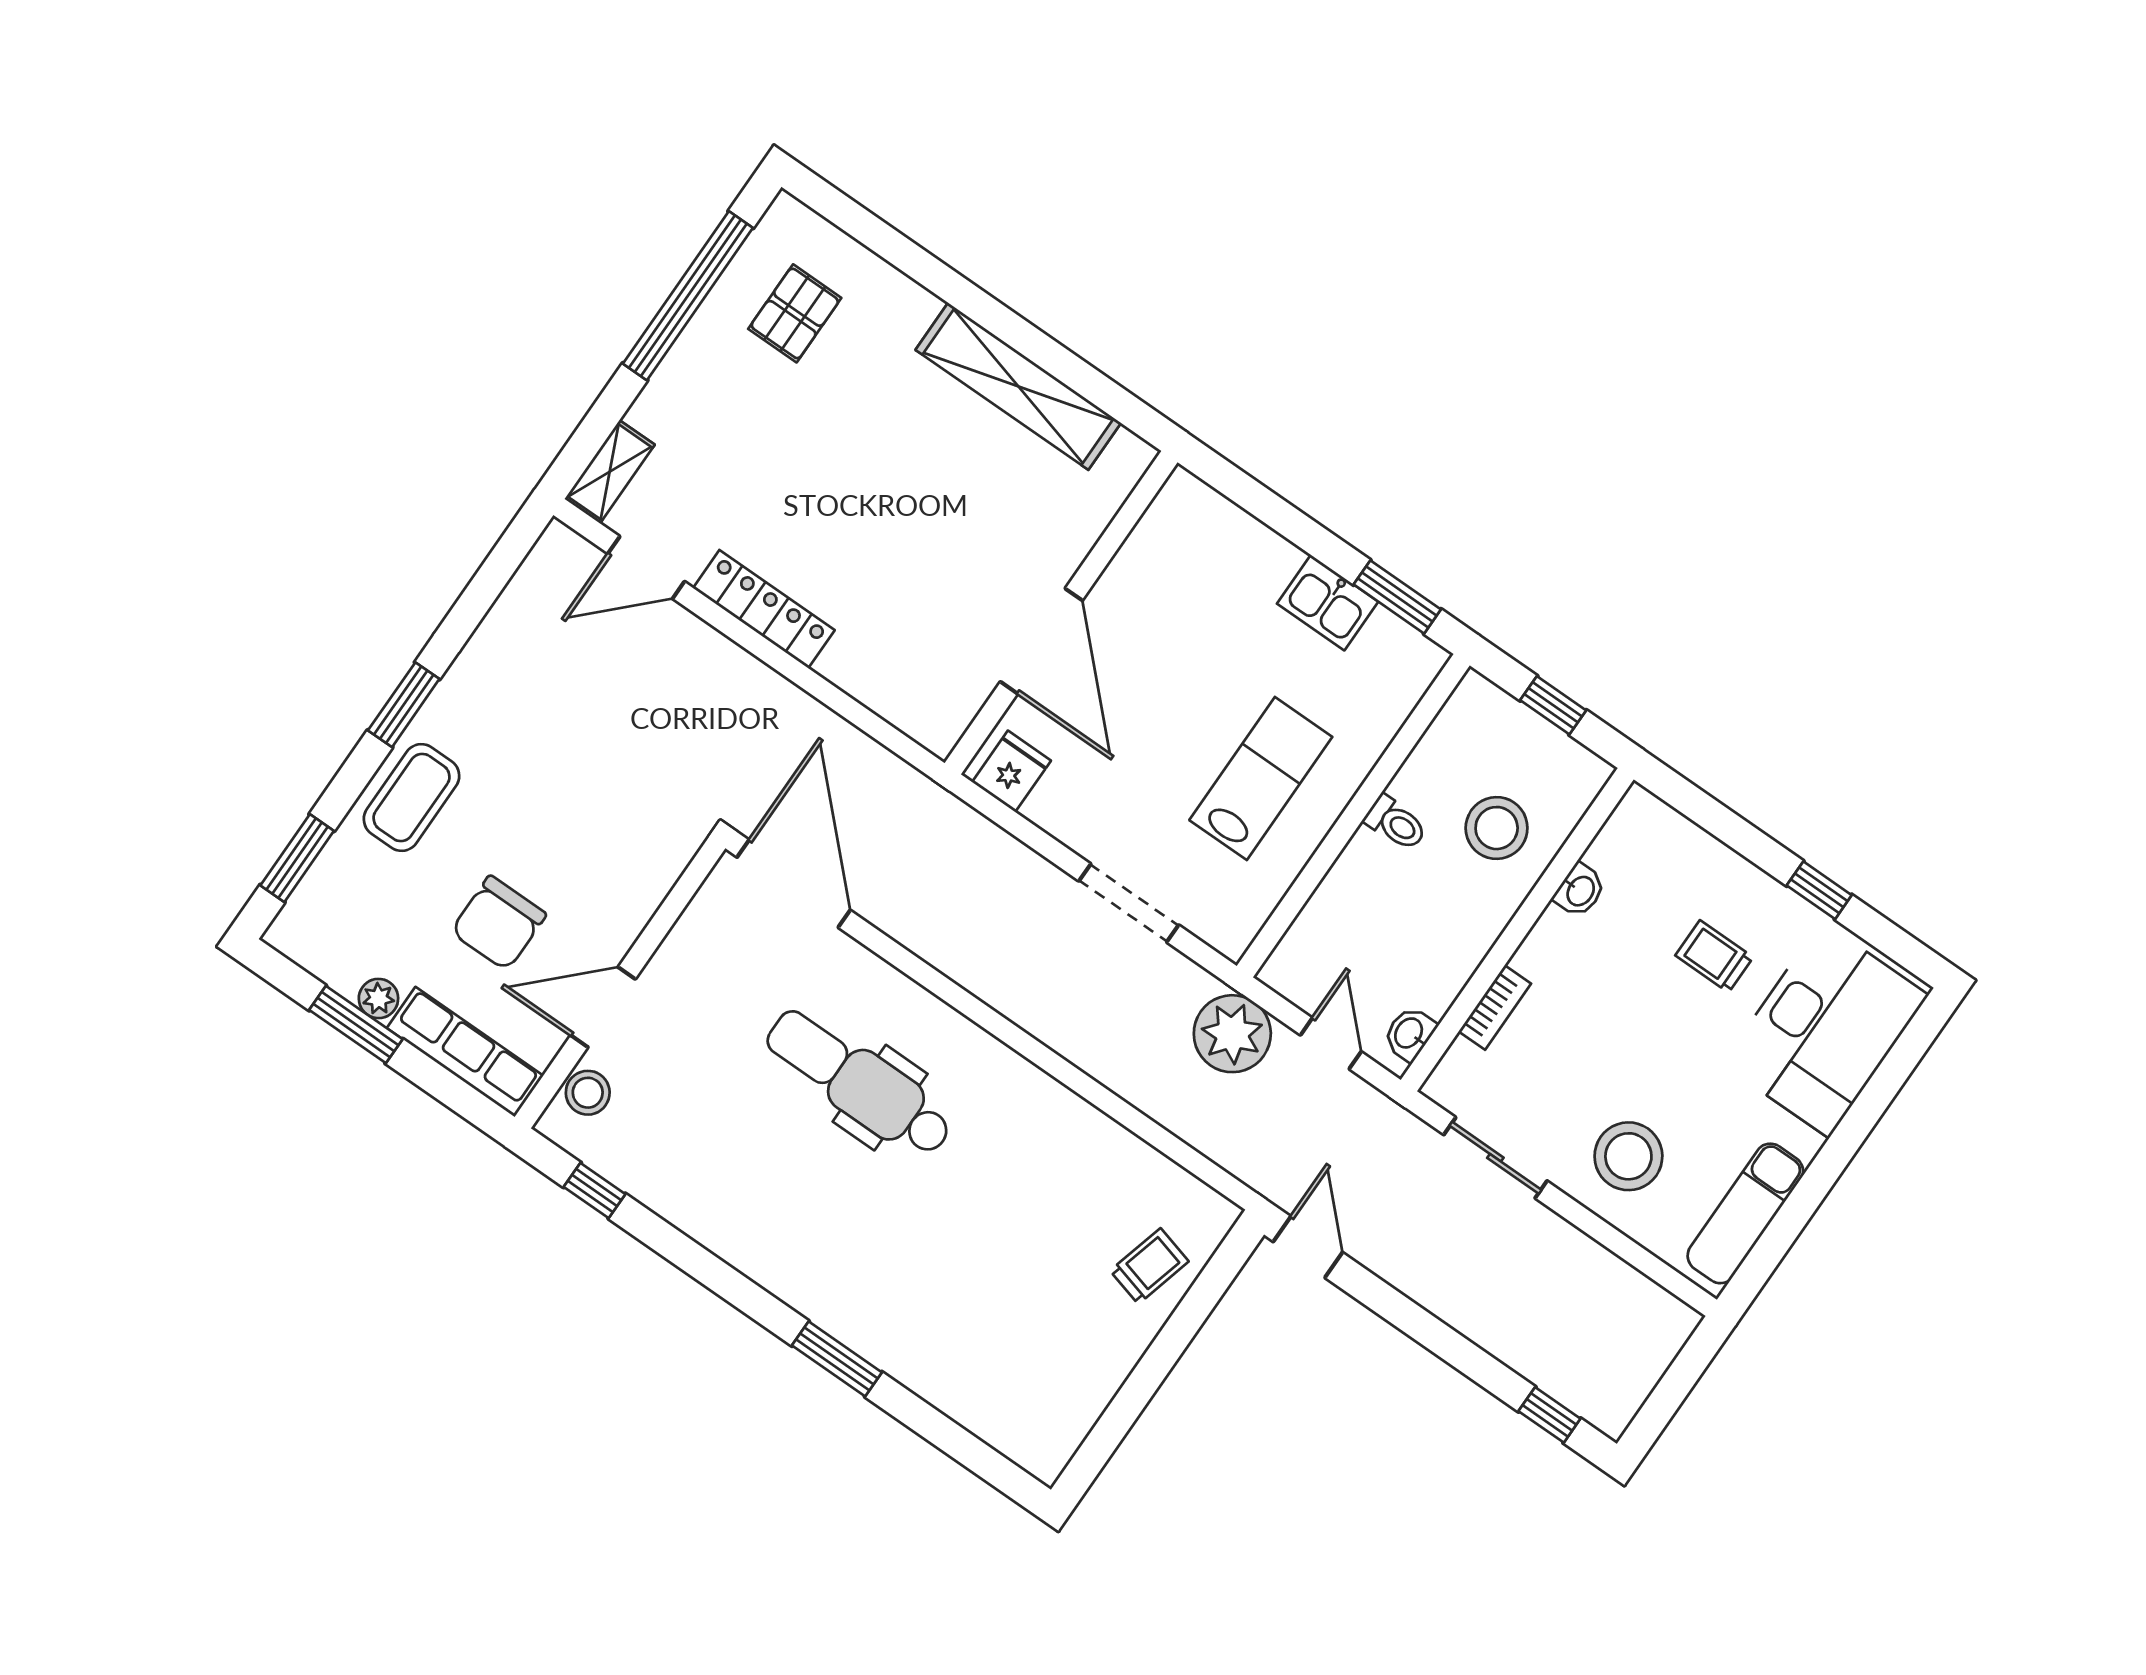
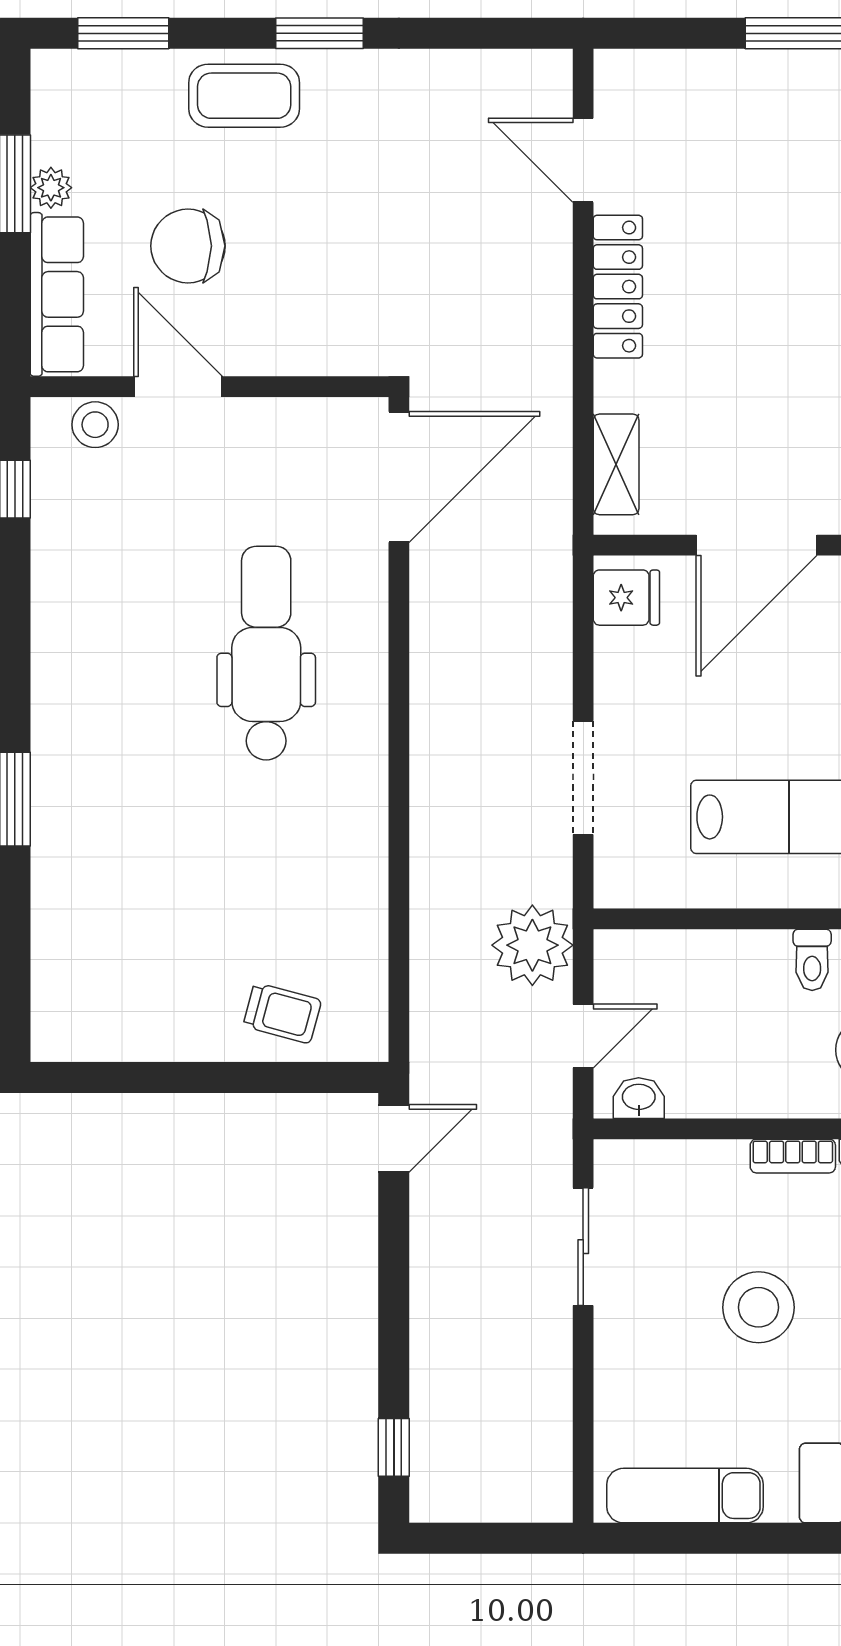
shelving: (610, 472) -> (616, 464), moved, turned 90
bookcase: (1495, 1007) -> (793, 1156), moved
stool: (1628, 1156) -> (759, 1307), moved

